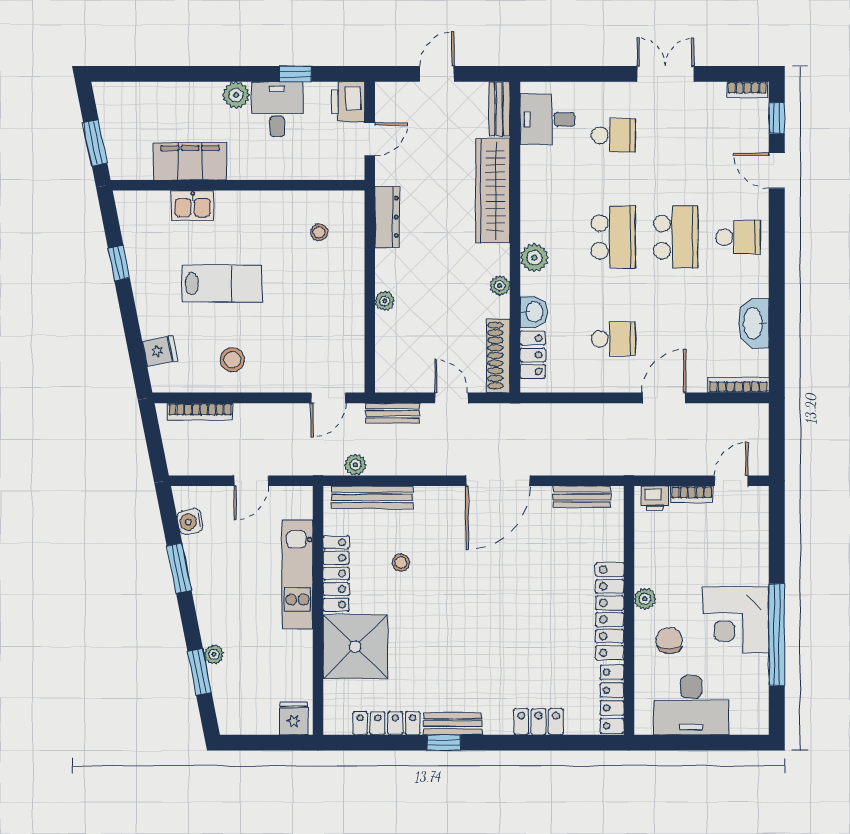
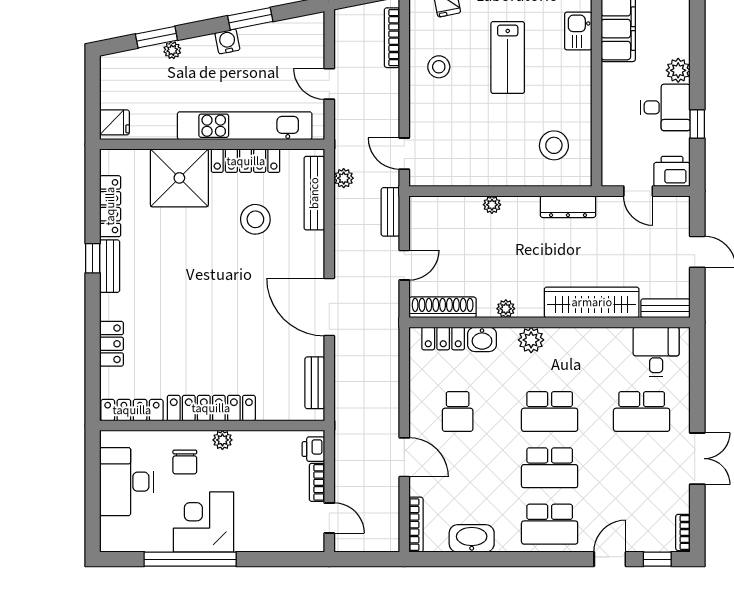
school desk: (613, 135) -> (642, 411), width x1.85
stool: (319, 232) -> (554, 145), width x1.89, depth x1.89
school desk: (738, 237) -> (550, 524), width x1.85
water cooler: (190, 522) -> (227, 41), moved
stool: (401, 563) -> (255, 219), width x1.89, depth x1.89
kitchen unit: (297, 574) -> (245, 126), width x1.36
chair: (669, 641) -> (185, 462), turned 90

